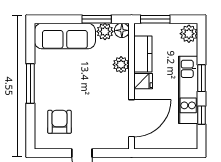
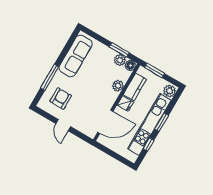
sofa: (65, 36) -> (76, 56), moved, turned -90
window: (30, 84) -> (50, 77), moved
kitchen unit: (188, 90) -> (149, 125), width x1.36

